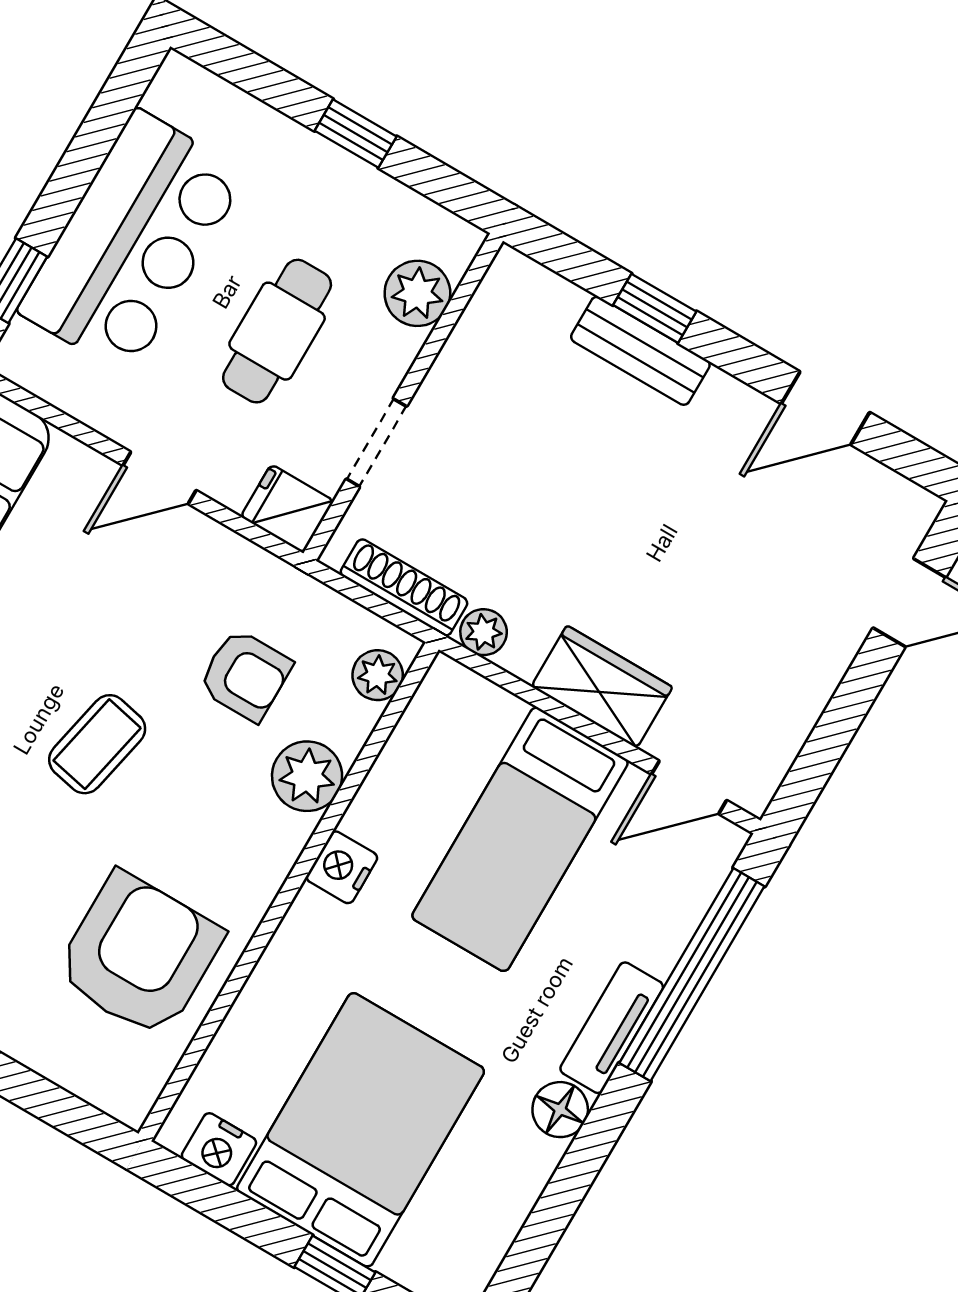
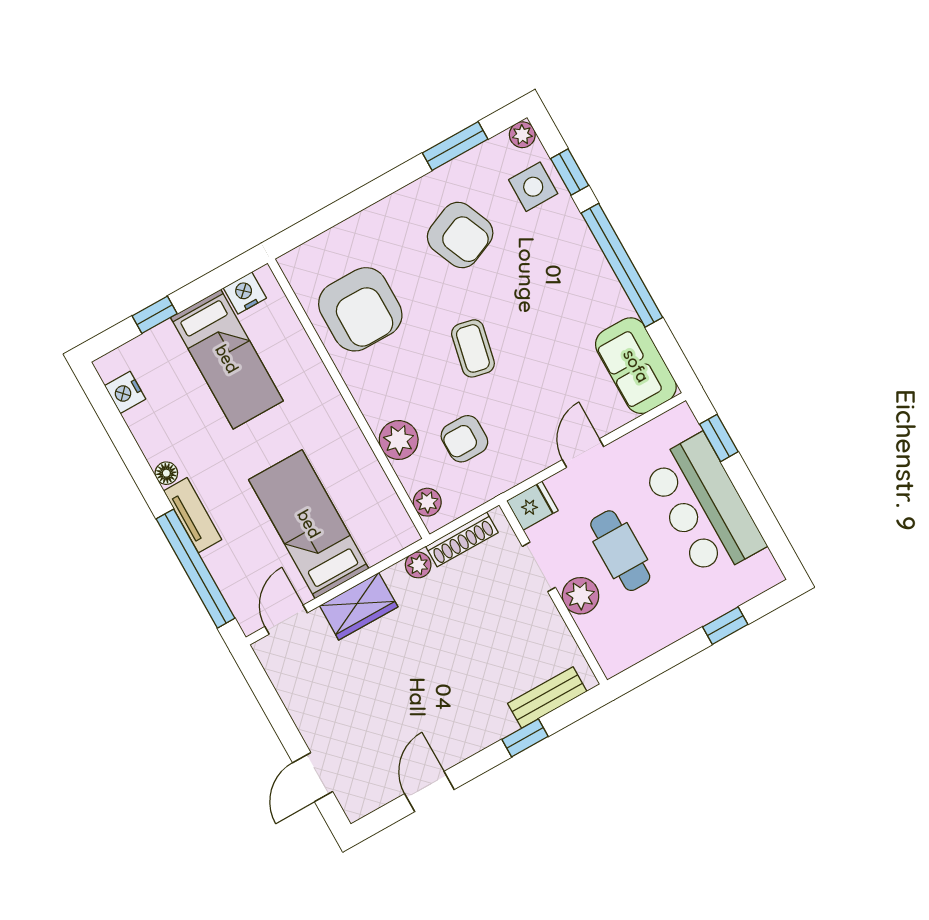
window: (356, 134) -> (725, 626), moved
plant: (417, 293) -> (581, 596), moved
bench: (640, 351) -> (547, 697), moved
nightstand: (342, 867) -> (125, 392), moved, turned 180
floor lamp: (560, 1110) -> (166, 473), width x0.73, depth x0.73
bed: (361, 1130) -> (227, 359), width x0.67

